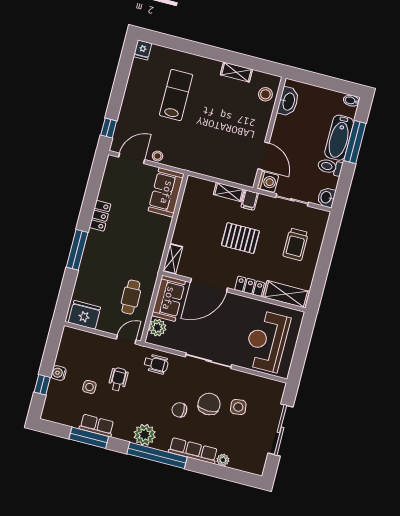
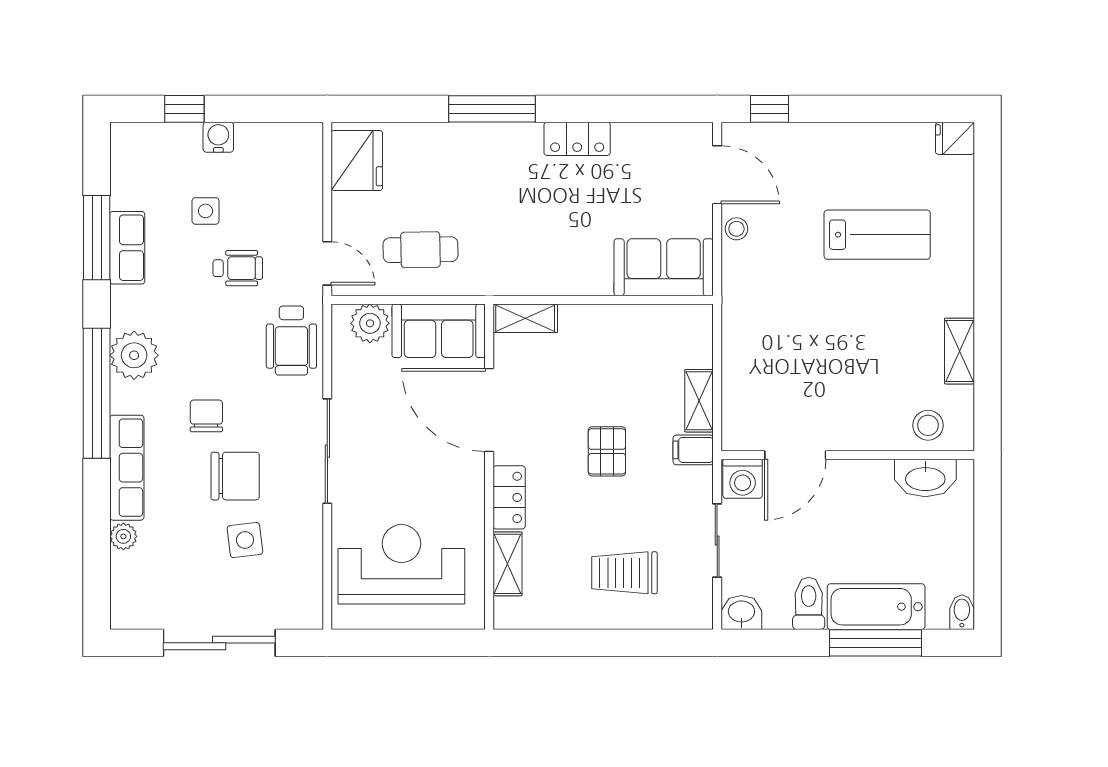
pallet: (240, 238) -> (607, 451), width x0.67, depth x0.71
shelving: (286, 294) -> (508, 564), width x0.67, depth x0.75
wheelchair: (156, 364) -> (291, 341), width x1.36, depth x1.37

